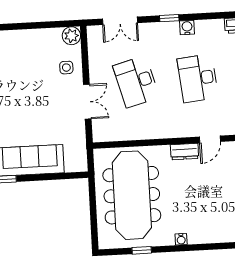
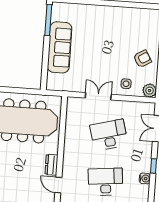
armchair: (31, 50) -> (142, 59), added
double door: (87, 102) -> (98, 96), swing flipped

